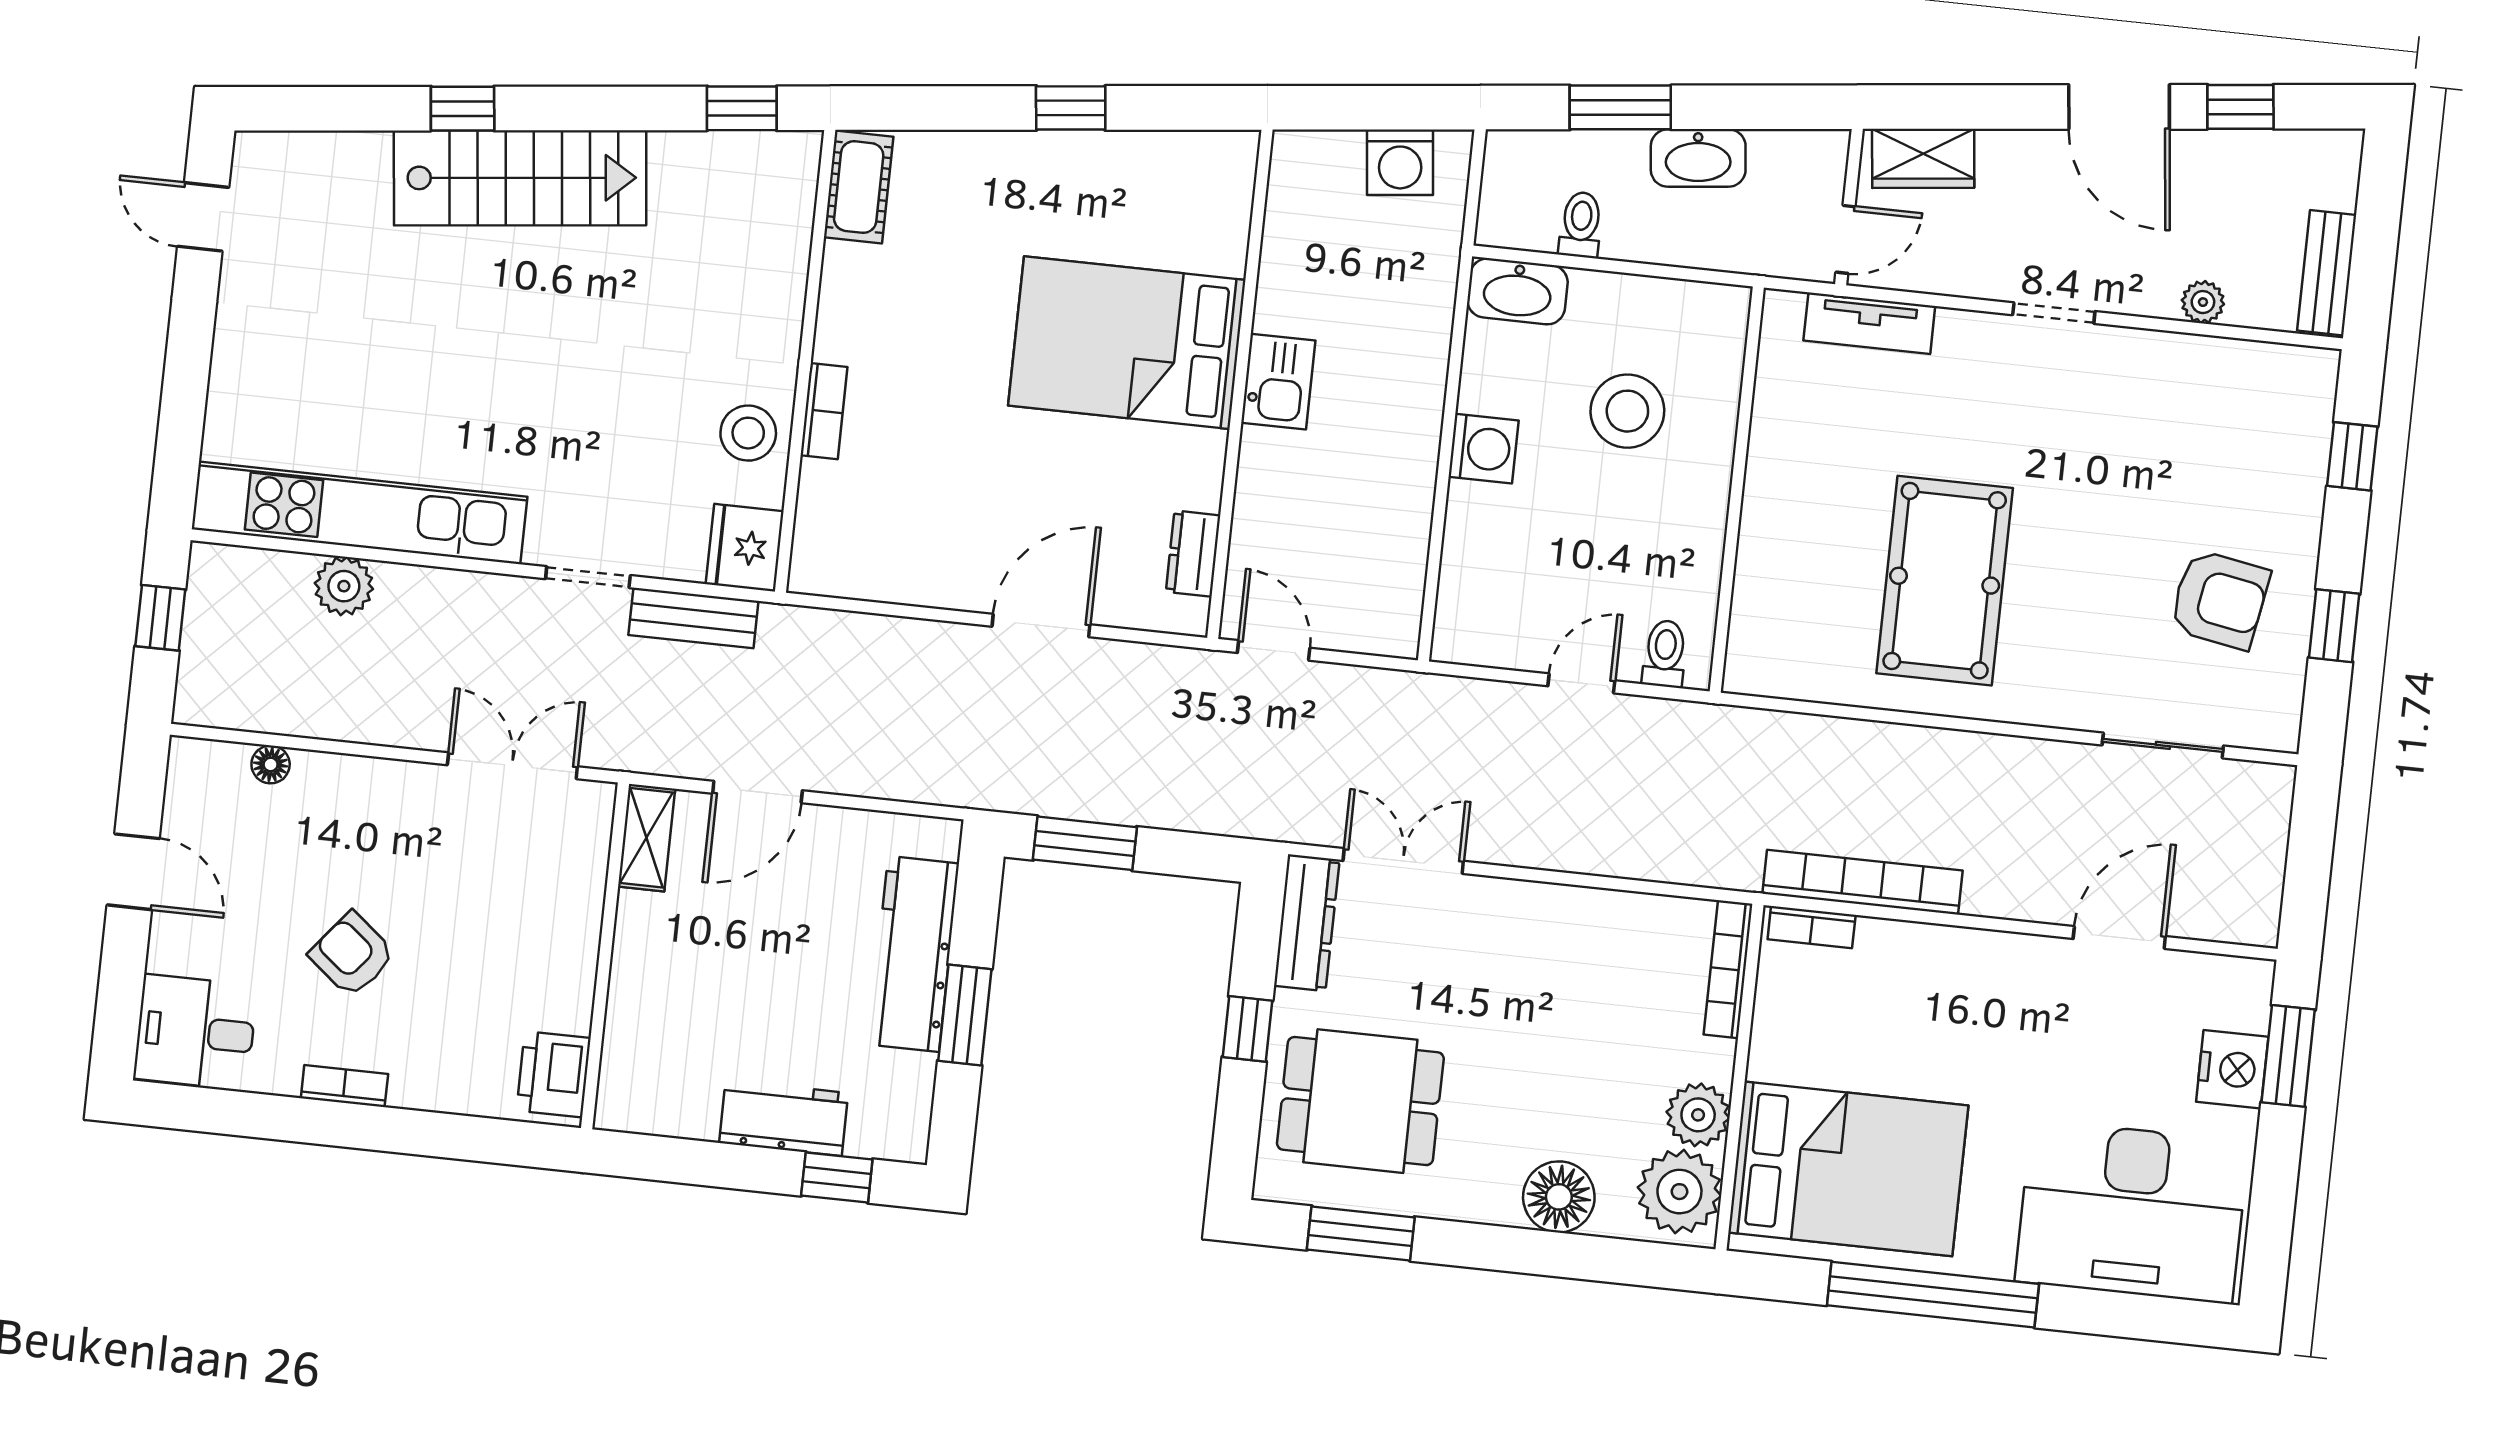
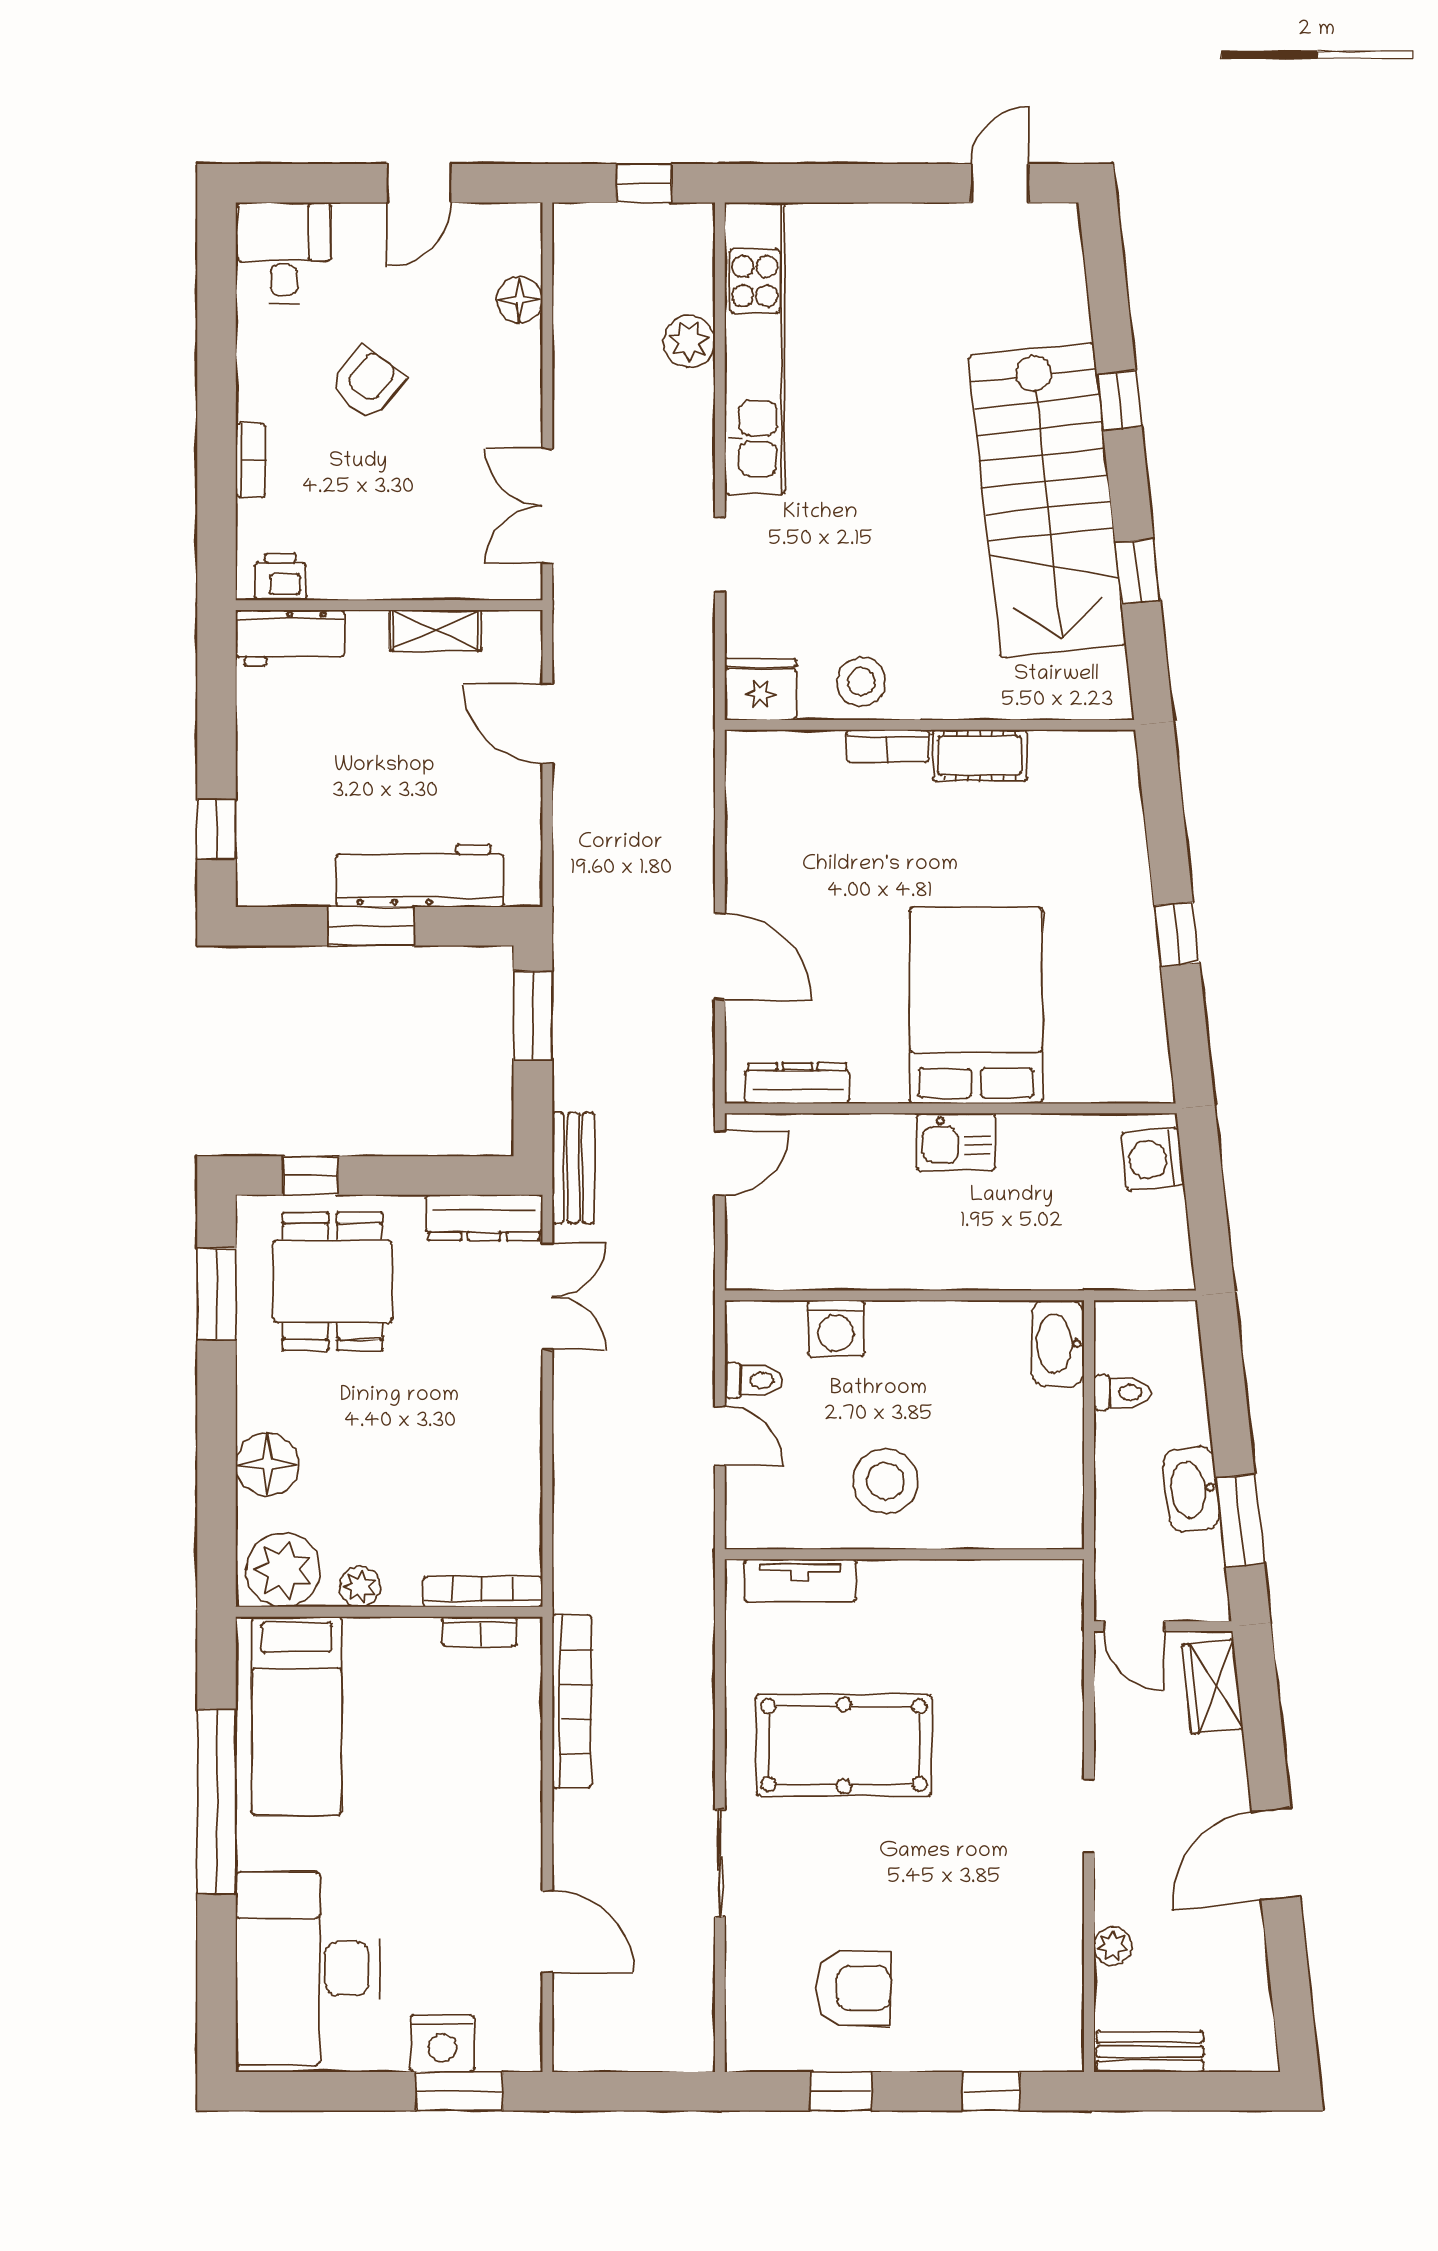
window: (1620, 107) -> (1240, 1521), moved
window: (2240, 107) -> (1287, 1960), removed
window: (742, 108) -> (1138, 572), moved
washing machine: (1400, 162) -> (1153, 1159), moved
stairs: (520, 178) -> (1047, 500), width x1.36, depth x1.51
cot: (859, 187) -> (980, 755), moved
tv unit: (1869, 323) -> (800, 1581), moved, turned -90
stool: (1627, 411) -> (885, 1481), moved
washing machine: (1484, 449) -> (836, 1328), moved
dresser: (1193, 554) -> (797, 1083), width x1.44
armchair: (2219, 600) -> (853, 1988), turned -100
bench: (693, 618) -> (573, 1168), moved
toilet: (1665, 654) -> (754, 1380), moved
sliding door: (2163, 745) -> (720, 1863), moved
floor lamp: (271, 764) -> (520, 300), width x1.37, depth x1.37
double door: (512, 766) -> (547, 506), swing flipped
shelving: (647, 838) -> (435, 630), moved
bookcase: (1812, 927) -> (479, 1632), moved, turned -90
window: (1247, 1029) -> (310, 1176), moved
printer: (554, 1074) -> (280, 577), width x0.73, depth x0.81
bookcase: (344, 1086) -> (251, 460), moved
plant: (1698, 1115) -> (360, 1587), width x0.73, depth x0.73
workbench: (784, 1118) -> (290, 638), moved, turned 90
bed: (1848, 1169) -> (296, 1716), width x0.67

